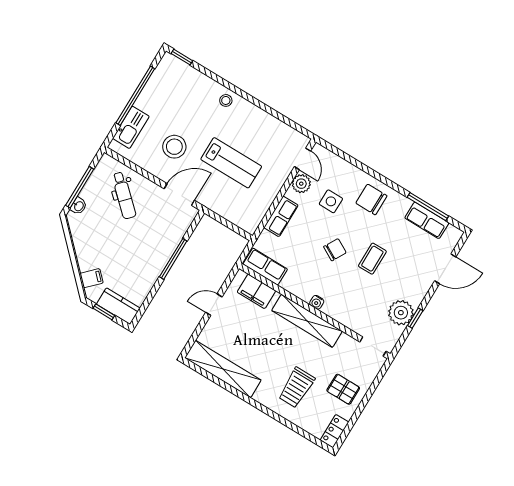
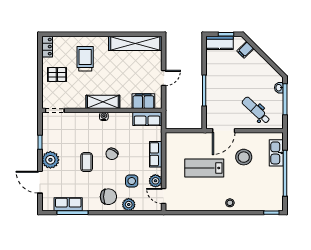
plant: (352, 174) -> (129, 205), added
door: (445, 269) -> (40, 182), hinge flipped
plant: (401, 313) -> (50, 160), moved
shelving: (307, 321) -> (103, 102), width x0.68

